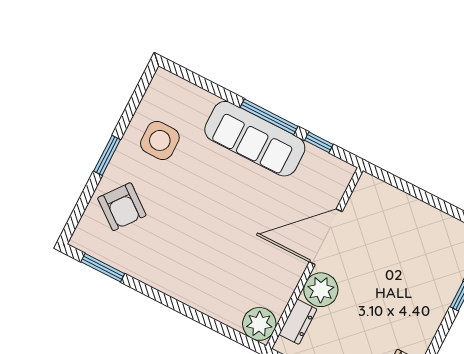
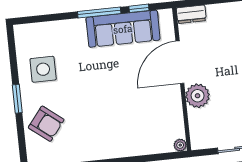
sofa: (255, 139) -> (123, 29), moved
dresser: (298, 322) -> (191, 14), moved, turned 90
plant: (259, 324) -> (180, 145), width x0.53, depth x0.53

